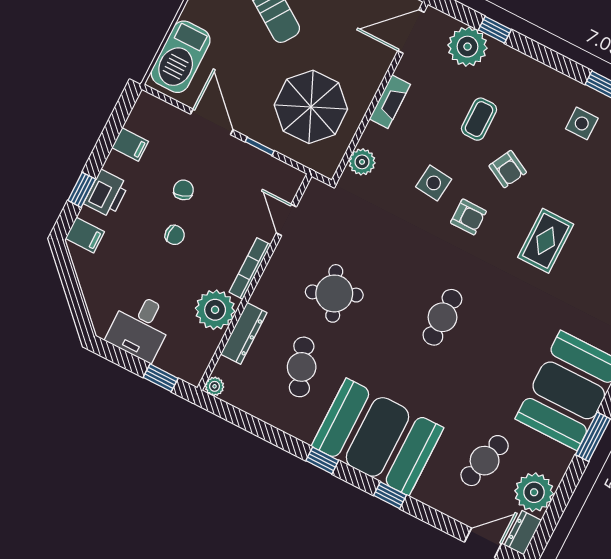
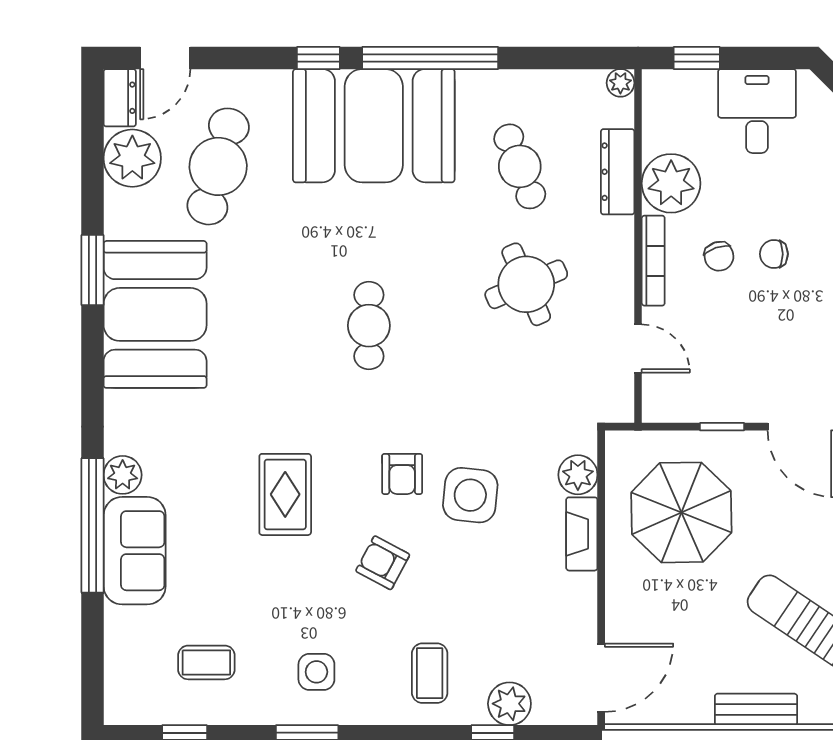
plant: (467, 47) -> (509, 704), width x0.73, depth x0.73
fireplace: (390, 102) -> (582, 534), moved
coffee table: (479, 119) -> (430, 673), moved
side table: (434, 183) -> (470, 495), width x1.37, depth x1.37
chair: (183, 190) -> (719, 256), moved
armchair: (468, 217) -> (402, 474), turned -90
window: (322, 461) -> (430, 58), width x3.17
cafe table: (485, 461) -> (218, 166), width x1.37, depth x1.35

